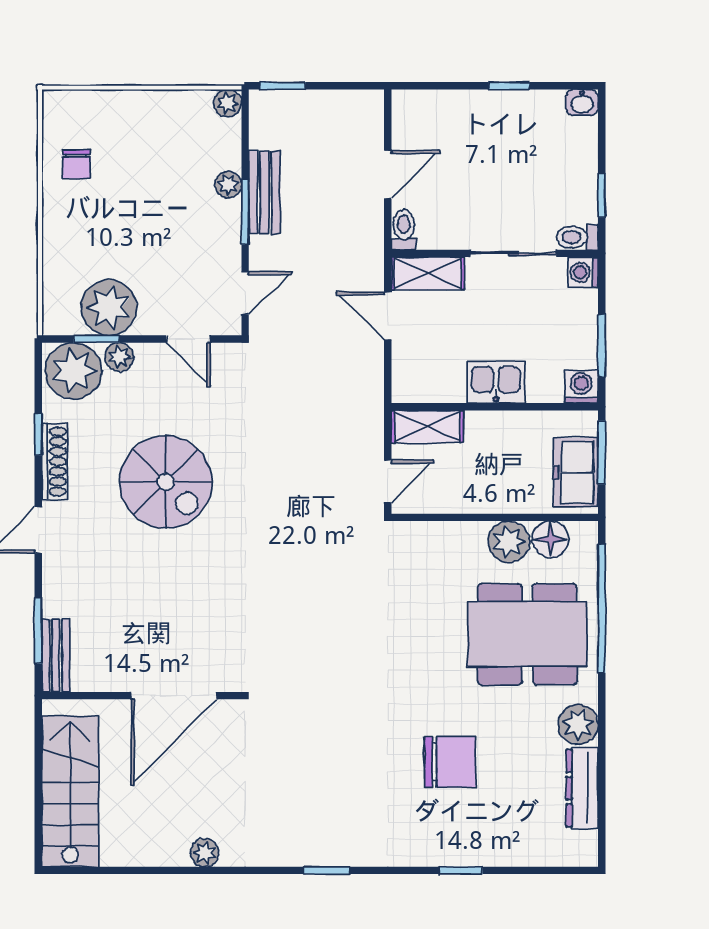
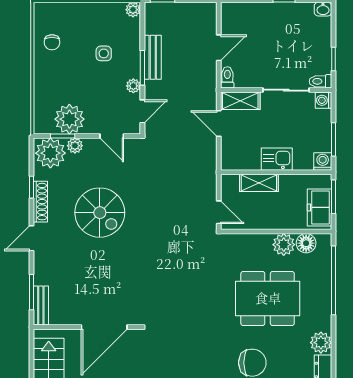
side table: (173, 185) -> (104, 53), added
plant: (228, 185) -> (133, 86), moved
shelving: (427, 427) -> (259, 183), moved
door: (388, 481) -> (219, 212), hinge flipped
dining table: (527, 634) -> (268, 298), moved

